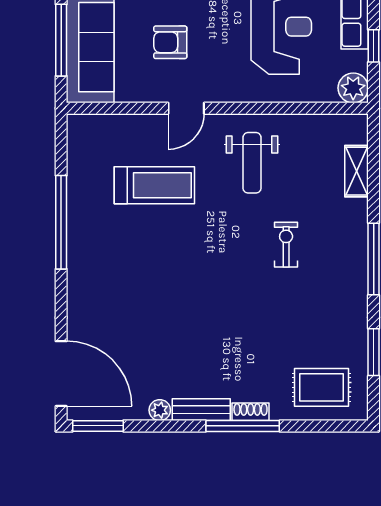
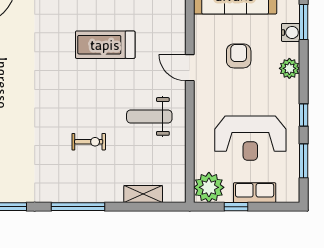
plant: (353, 88) -> (209, 187), width x1.36, depth x1.36
treadmill: (154, 185) -> (105, 45), moved, turned 90

